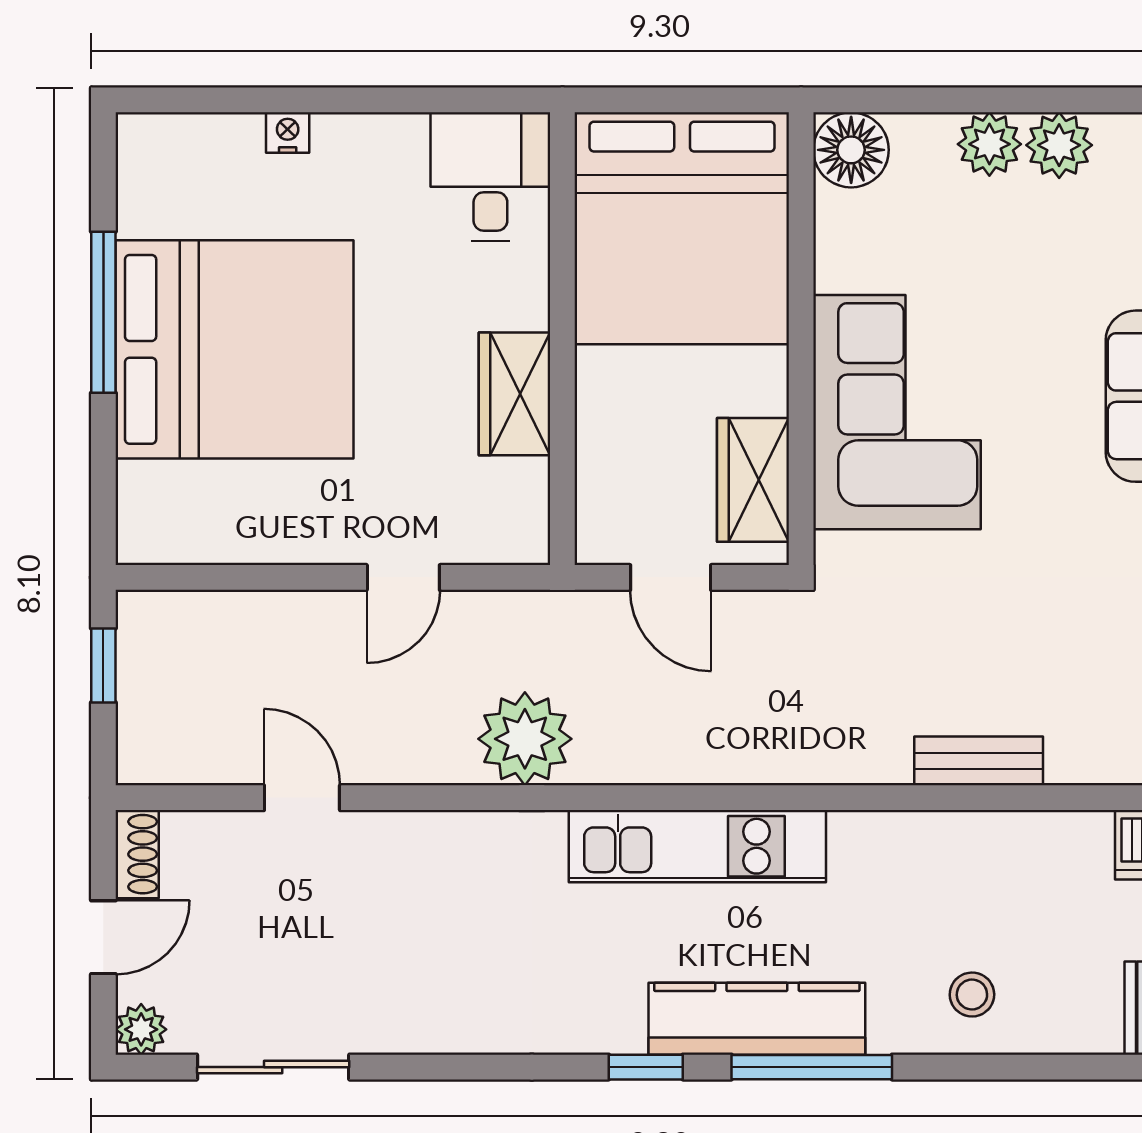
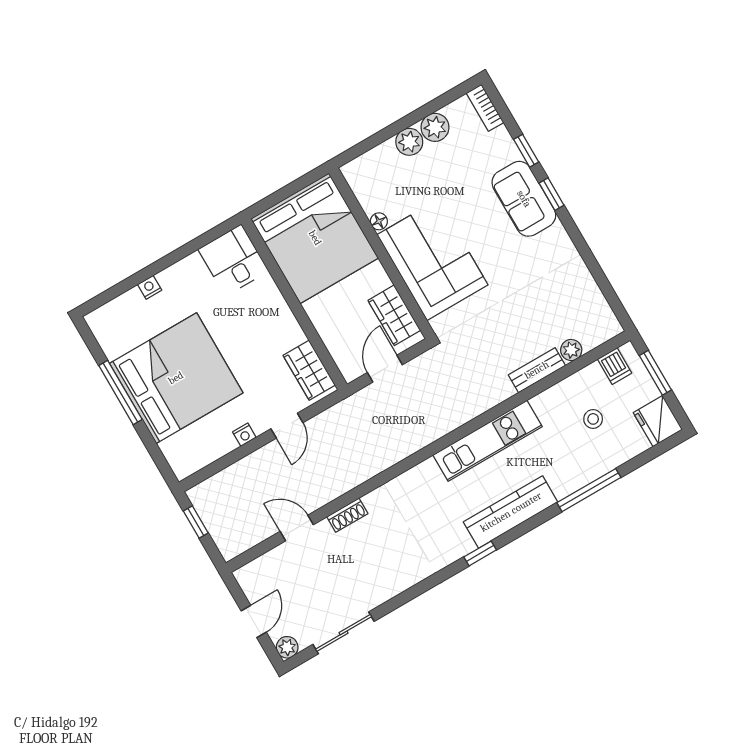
floor lamp: (851, 150) -> (379, 221), moved, width x0.53, depth x0.53
wardrobe: (514, 394) -> (309, 370), moved
nightstand: (306, 545) -> (244, 435), added
door: (671, 577) -> (385, 369), swing flipped
plant: (525, 739) -> (571, 350), moved, width x0.53, depth x0.53
kitchen unit: (697, 846) -> (487, 441), moved
shoe rack: (137, 854) -> (347, 515), moved, turned 90
stool: (972, 995) -> (593, 419), moved
window: (812, 1067) -> (589, 490), moved

